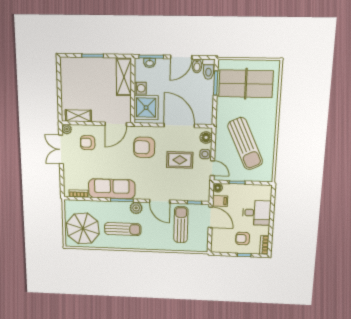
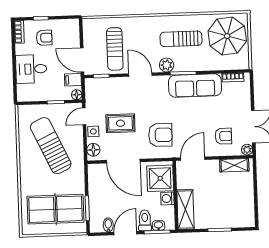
toilet: (209, 69) -> (145, 220), moved
door: (212, 168) -> (84, 116), hinge flipped

